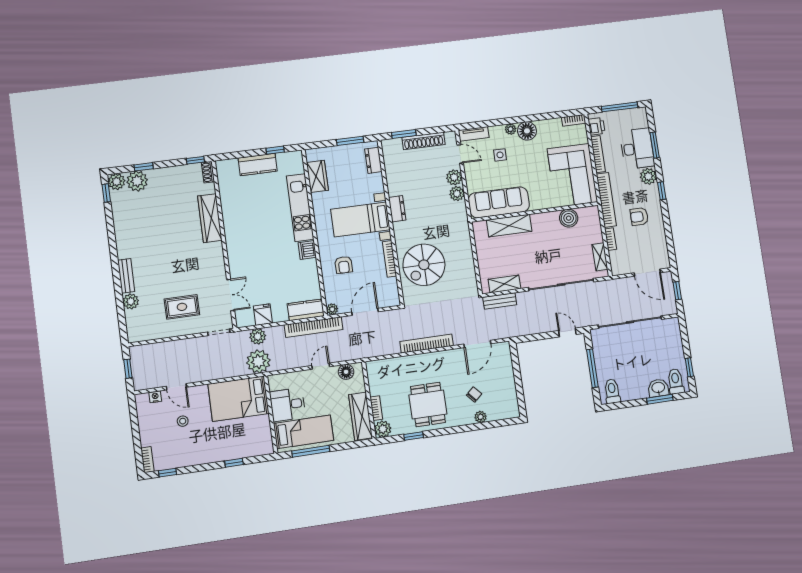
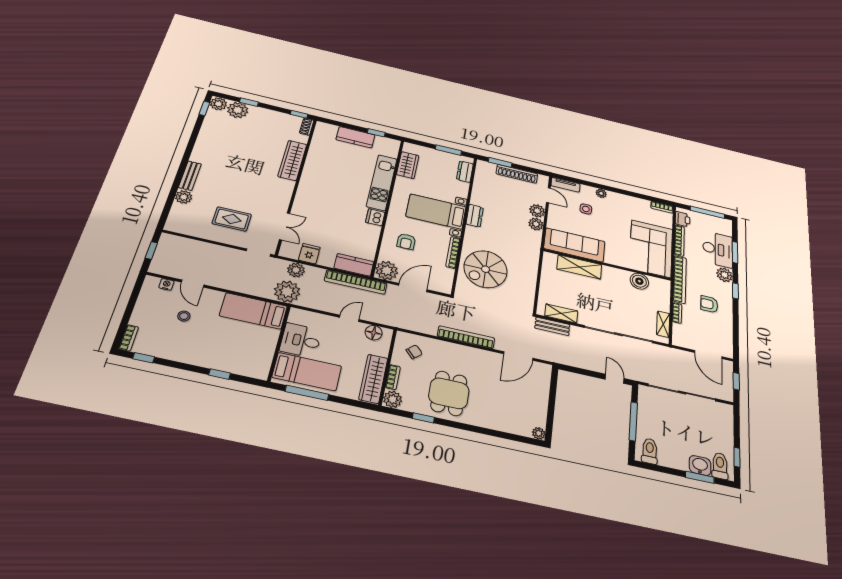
floor lamp: (527, 131) -> (616, 200), removed
plant: (332, 309) -> (387, 270), width x1.88, depth x1.88
chair: (474, 394) -> (414, 352), moved
bed: (238, 399) -> (253, 311), width x0.67
plant: (481, 417) -> (539, 433), moved

